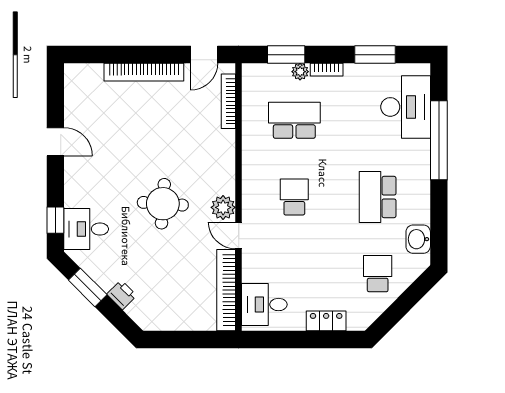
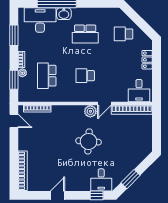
bookcase: (144, 72) -> (23, 171), moved
washbasin: (418, 239) -> (64, 14), moved
printer: (122, 295) -> (134, 162), removed

